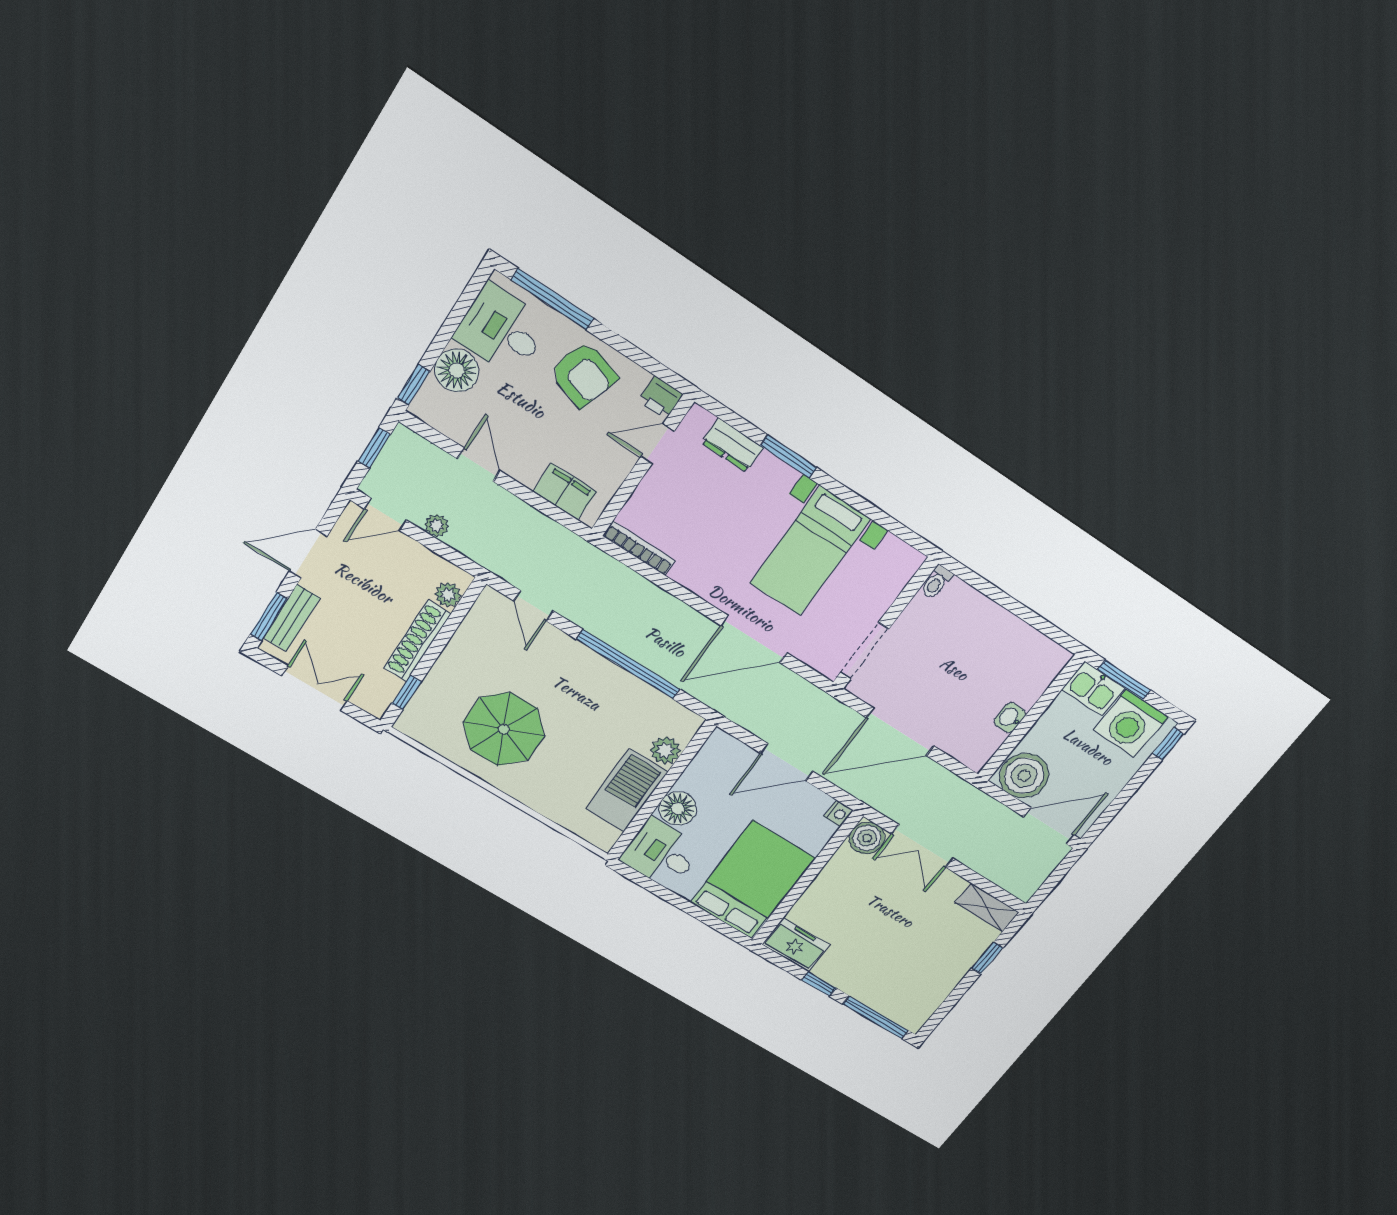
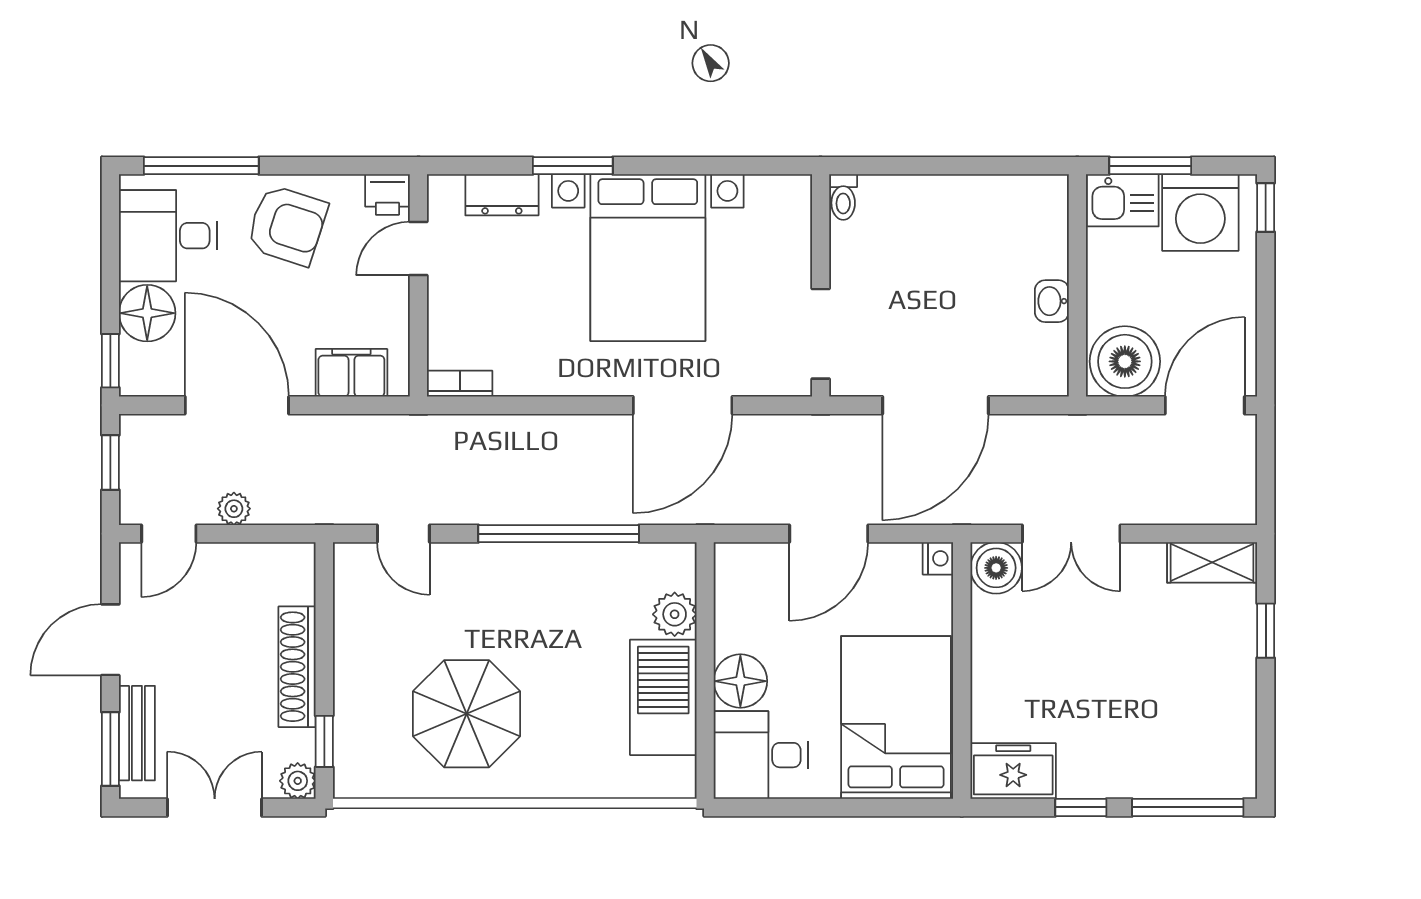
door: (479, 465) -> (237, 405), width x1.88
bookcase: (639, 548) -> (460, 384), width x0.64
bed with nightstands: (810, 551) -> (648, 258), width x1.36
plant: (448, 595) -> (298, 781), moved

